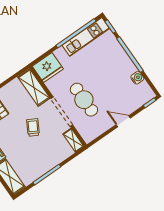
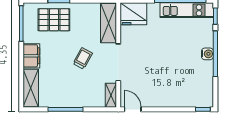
water cooler: (137, 78) -> (207, 54), moved
cafe table: (84, 100) -> (146, 65), removed
door: (123, 121) -> (133, 109), moved

